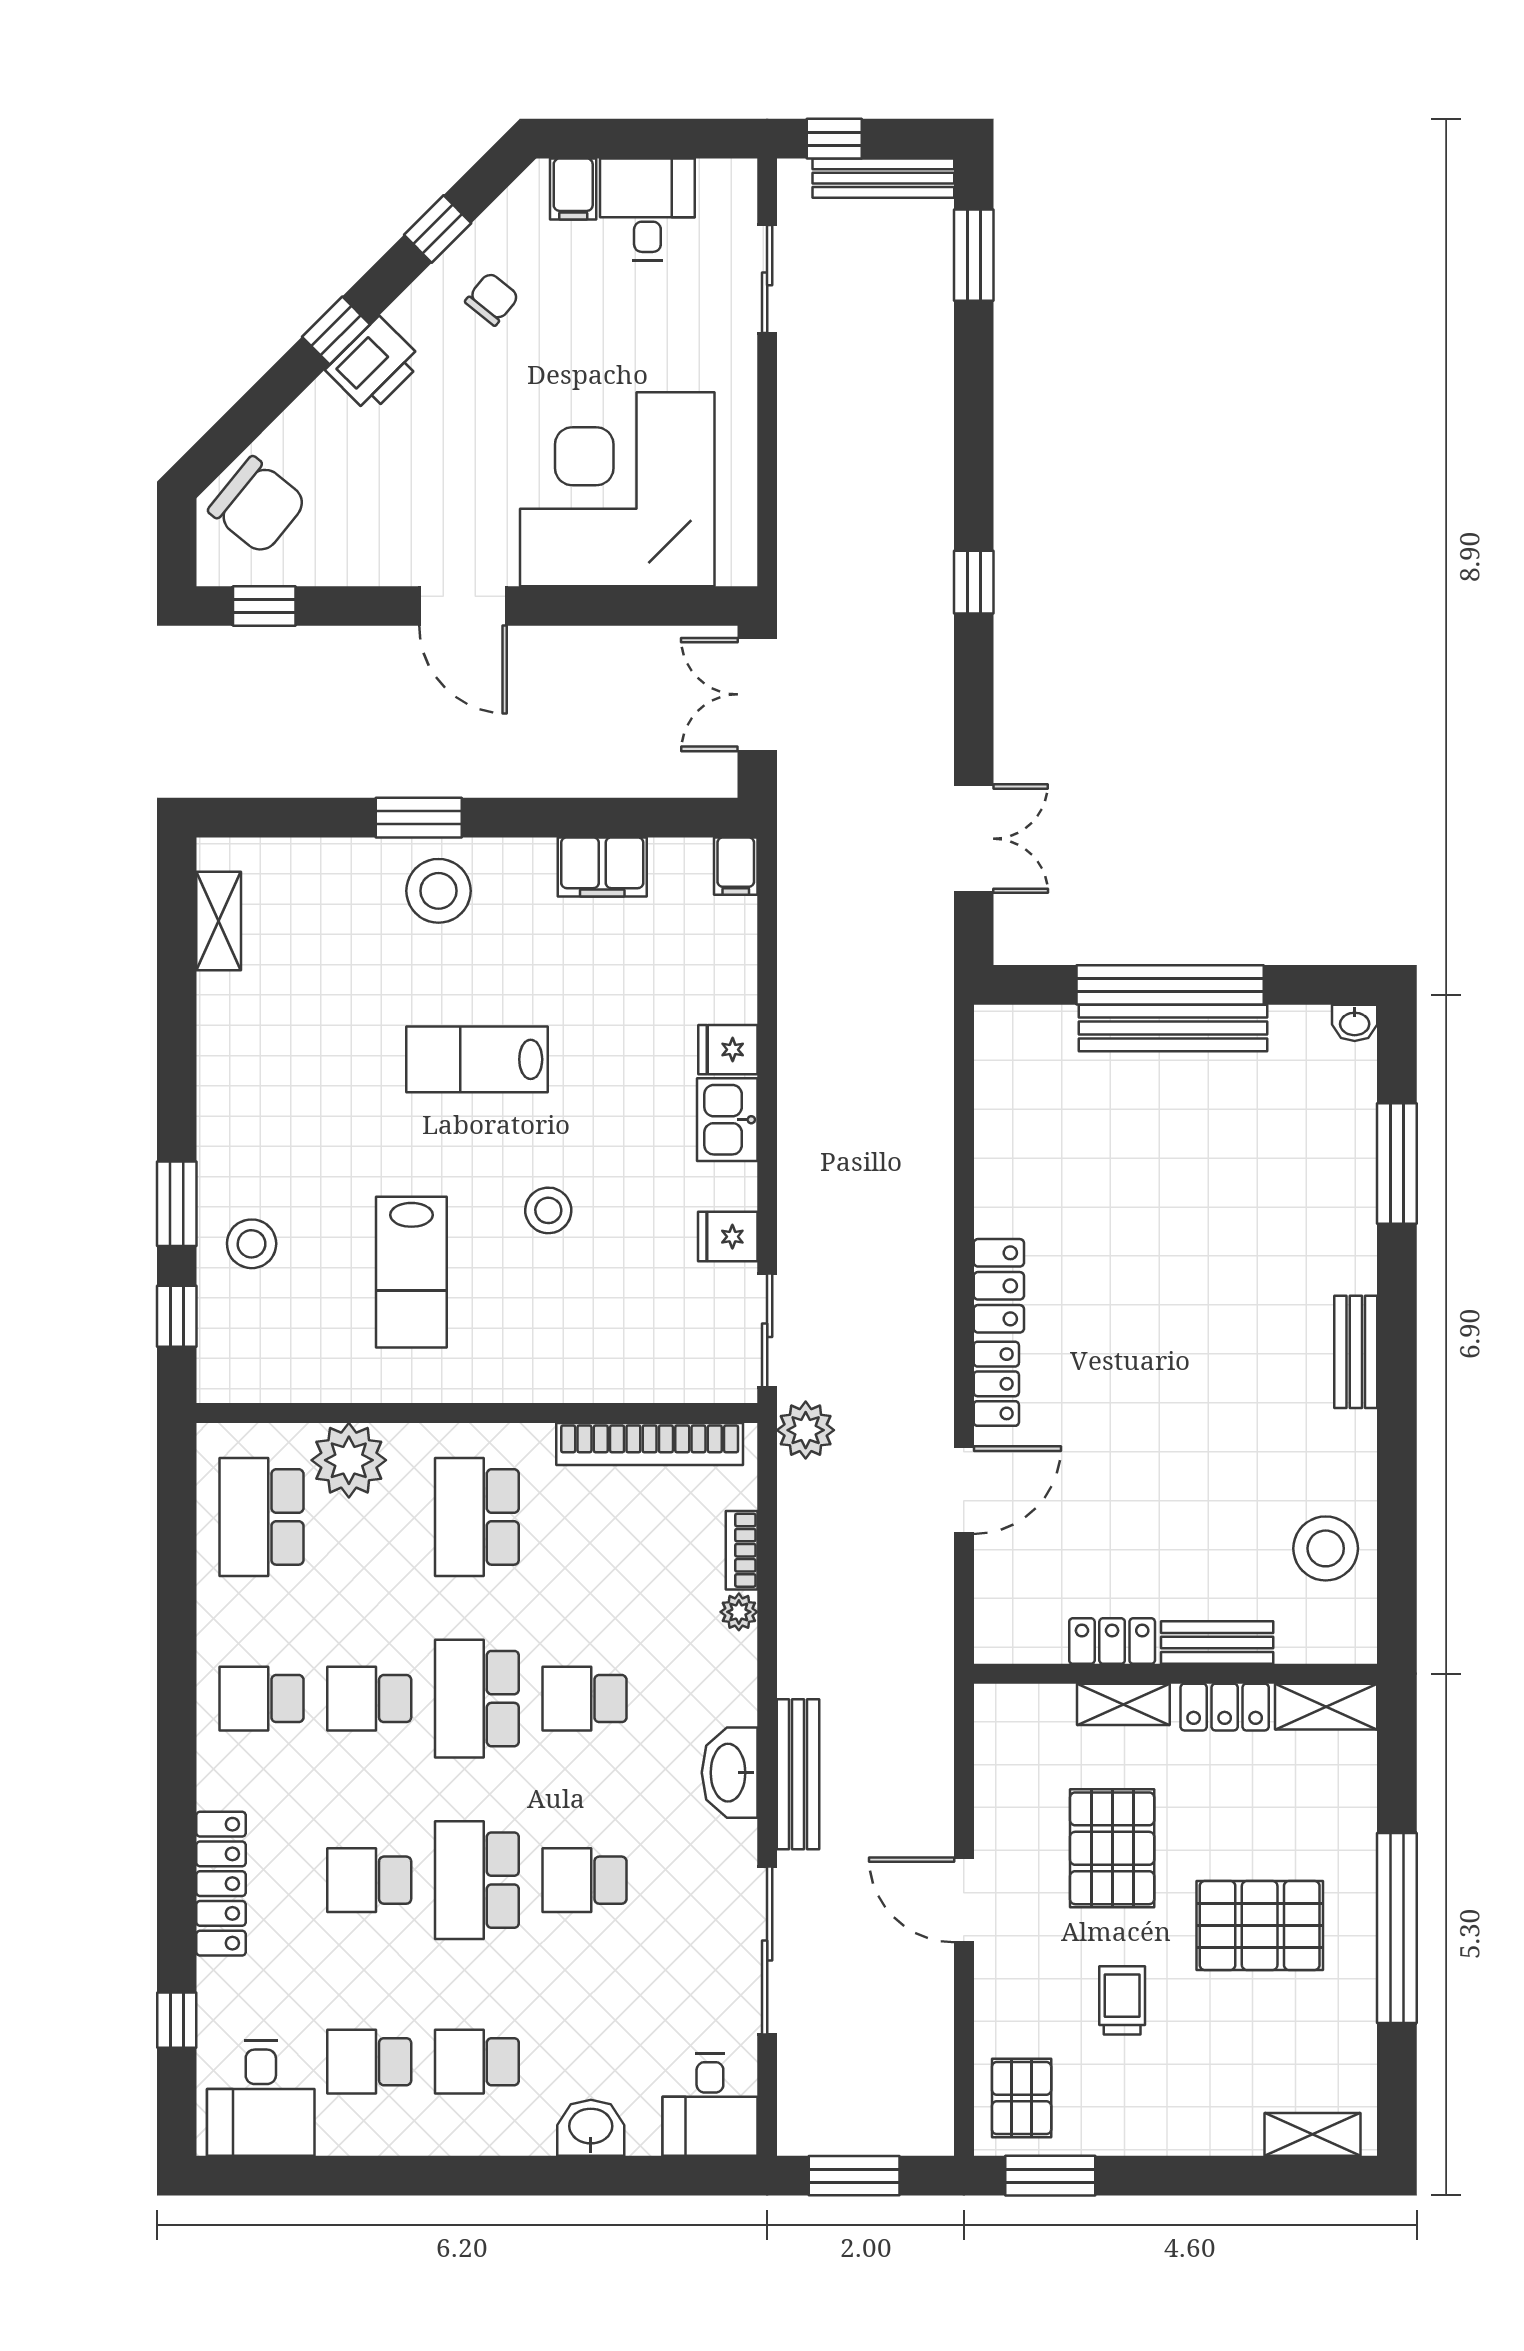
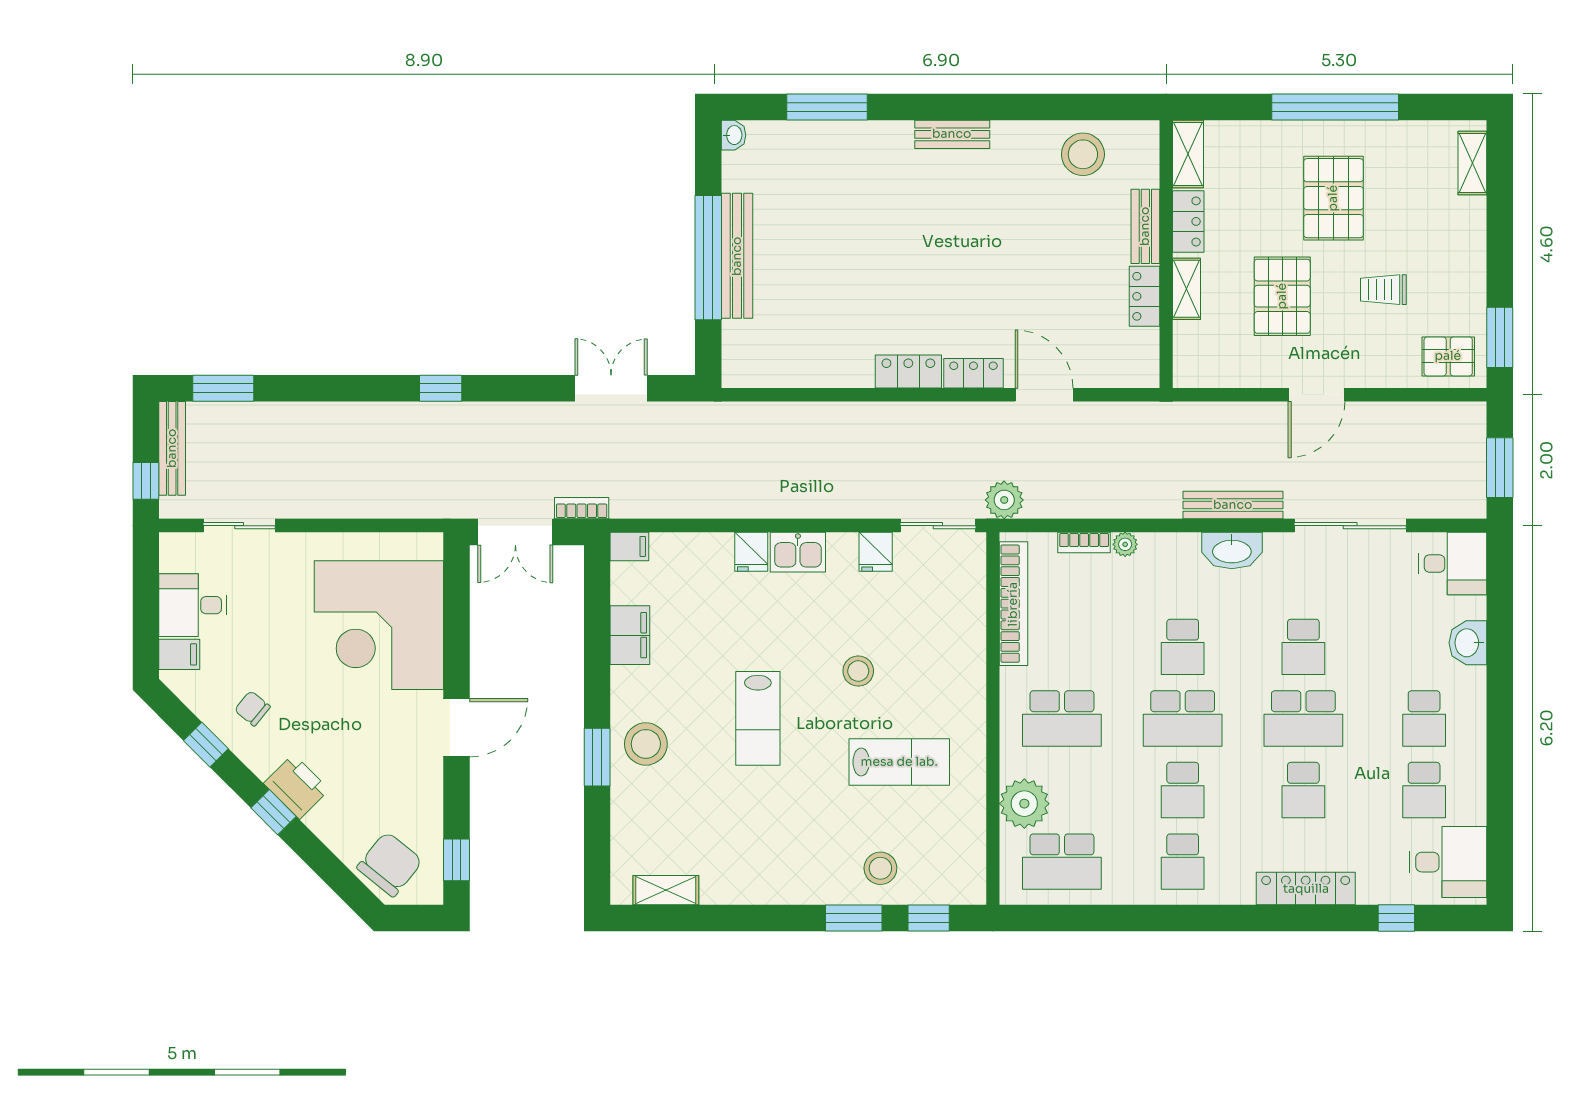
bookcase: (793, 794) -> (582, 508), added
pallet: (1112, 1848) -> (1282, 296), turned 90

